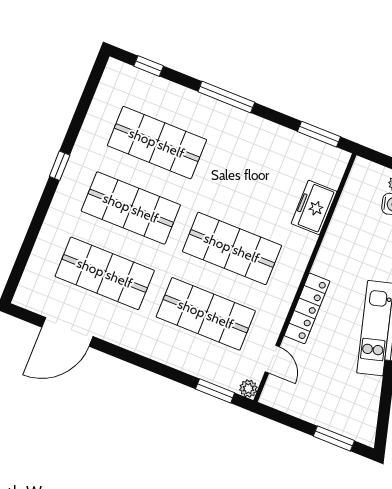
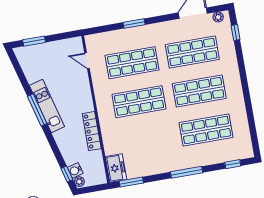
window: (60, 166) -> (236, 33), moved
freezer: (314, 207) -> (116, 168), moved
locker: (307, 308) -> (92, 131), moved
plant: (248, 388) -> (218, 17), moved
window: (215, 391) -> (134, 23), moved

